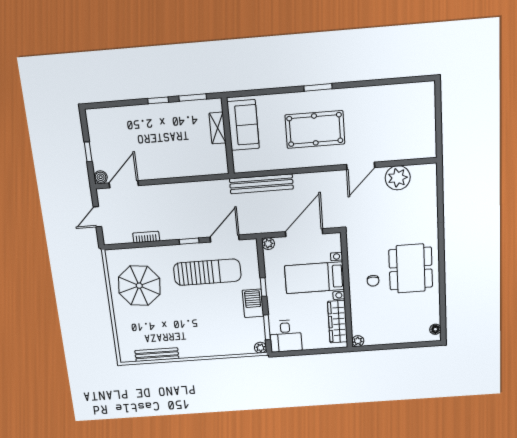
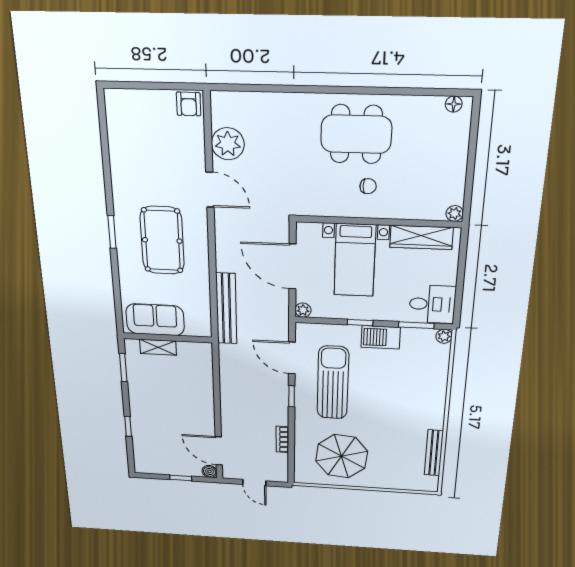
window: (158, 100) -> (128, 426), moved
armchair: (426, 147) -> (189, 104), added

